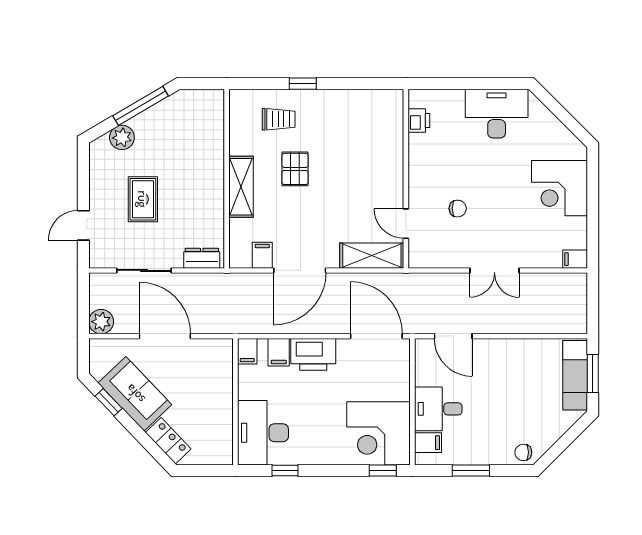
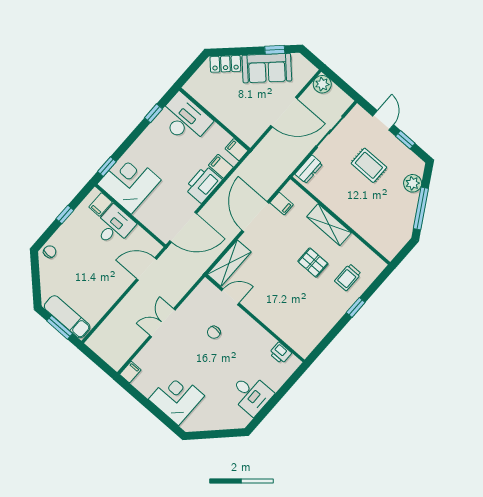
desk: (497, 114) -> (251, 394), width x0.73
window: (83, 185) -> (405, 140), added
window: (471, 471) -> (65, 215), width x0.67

